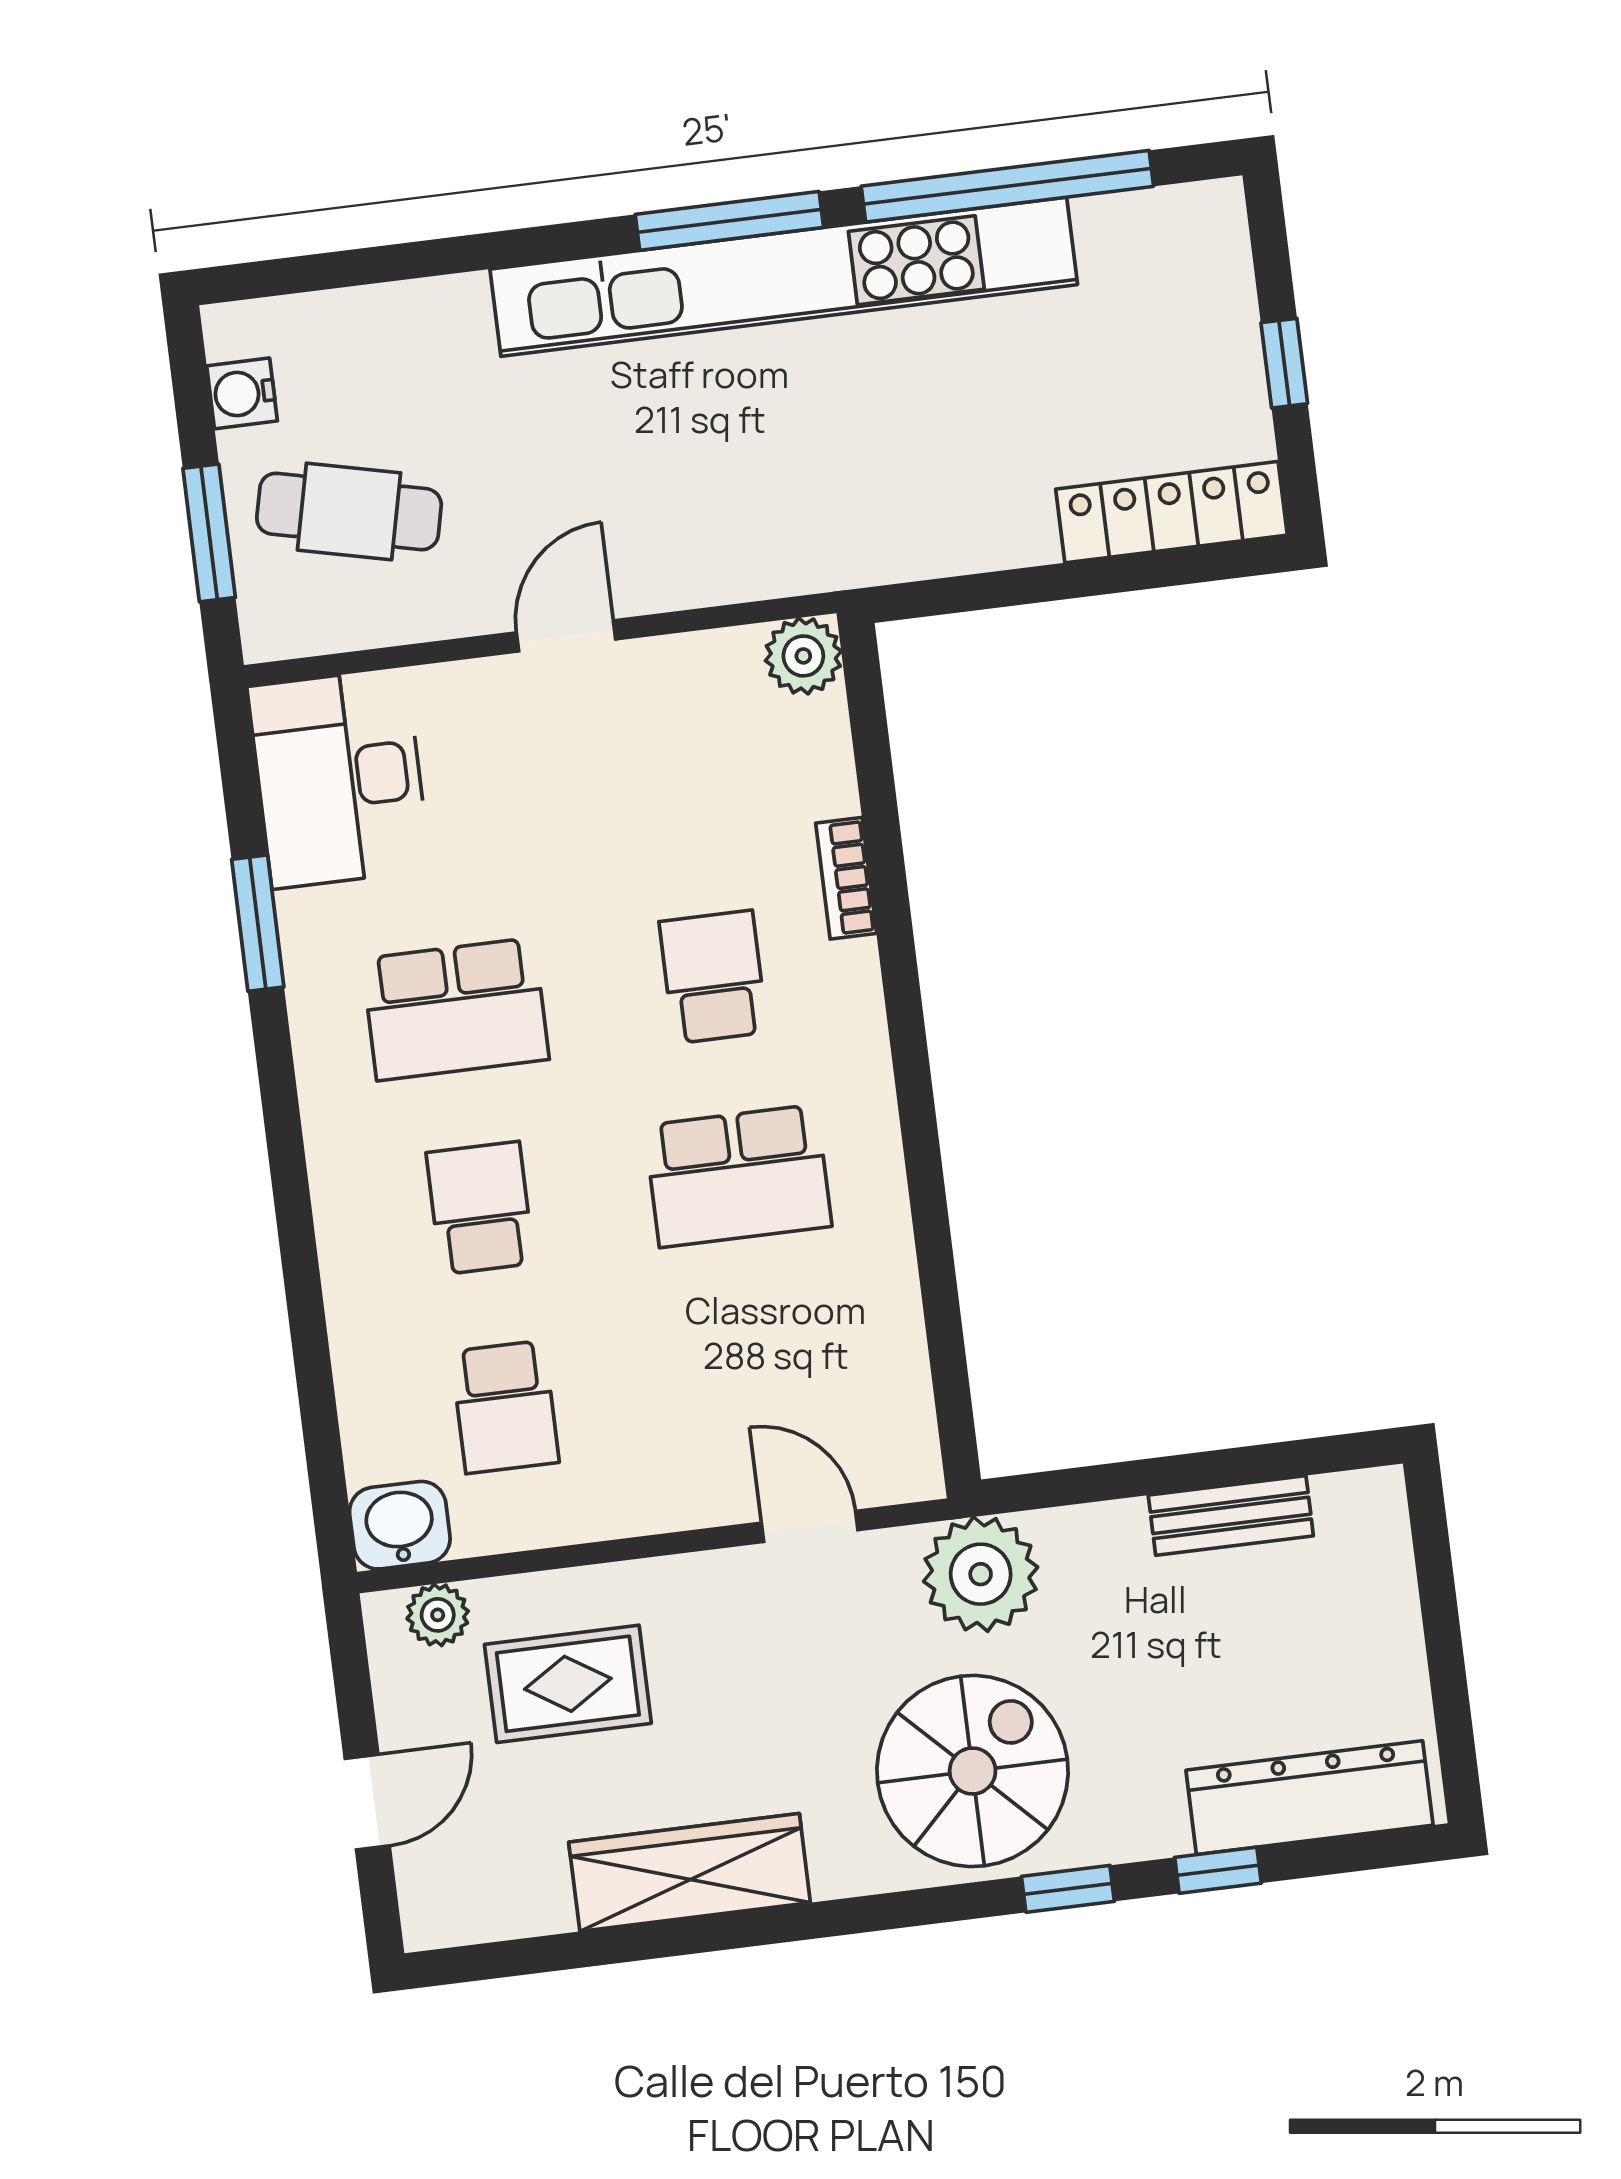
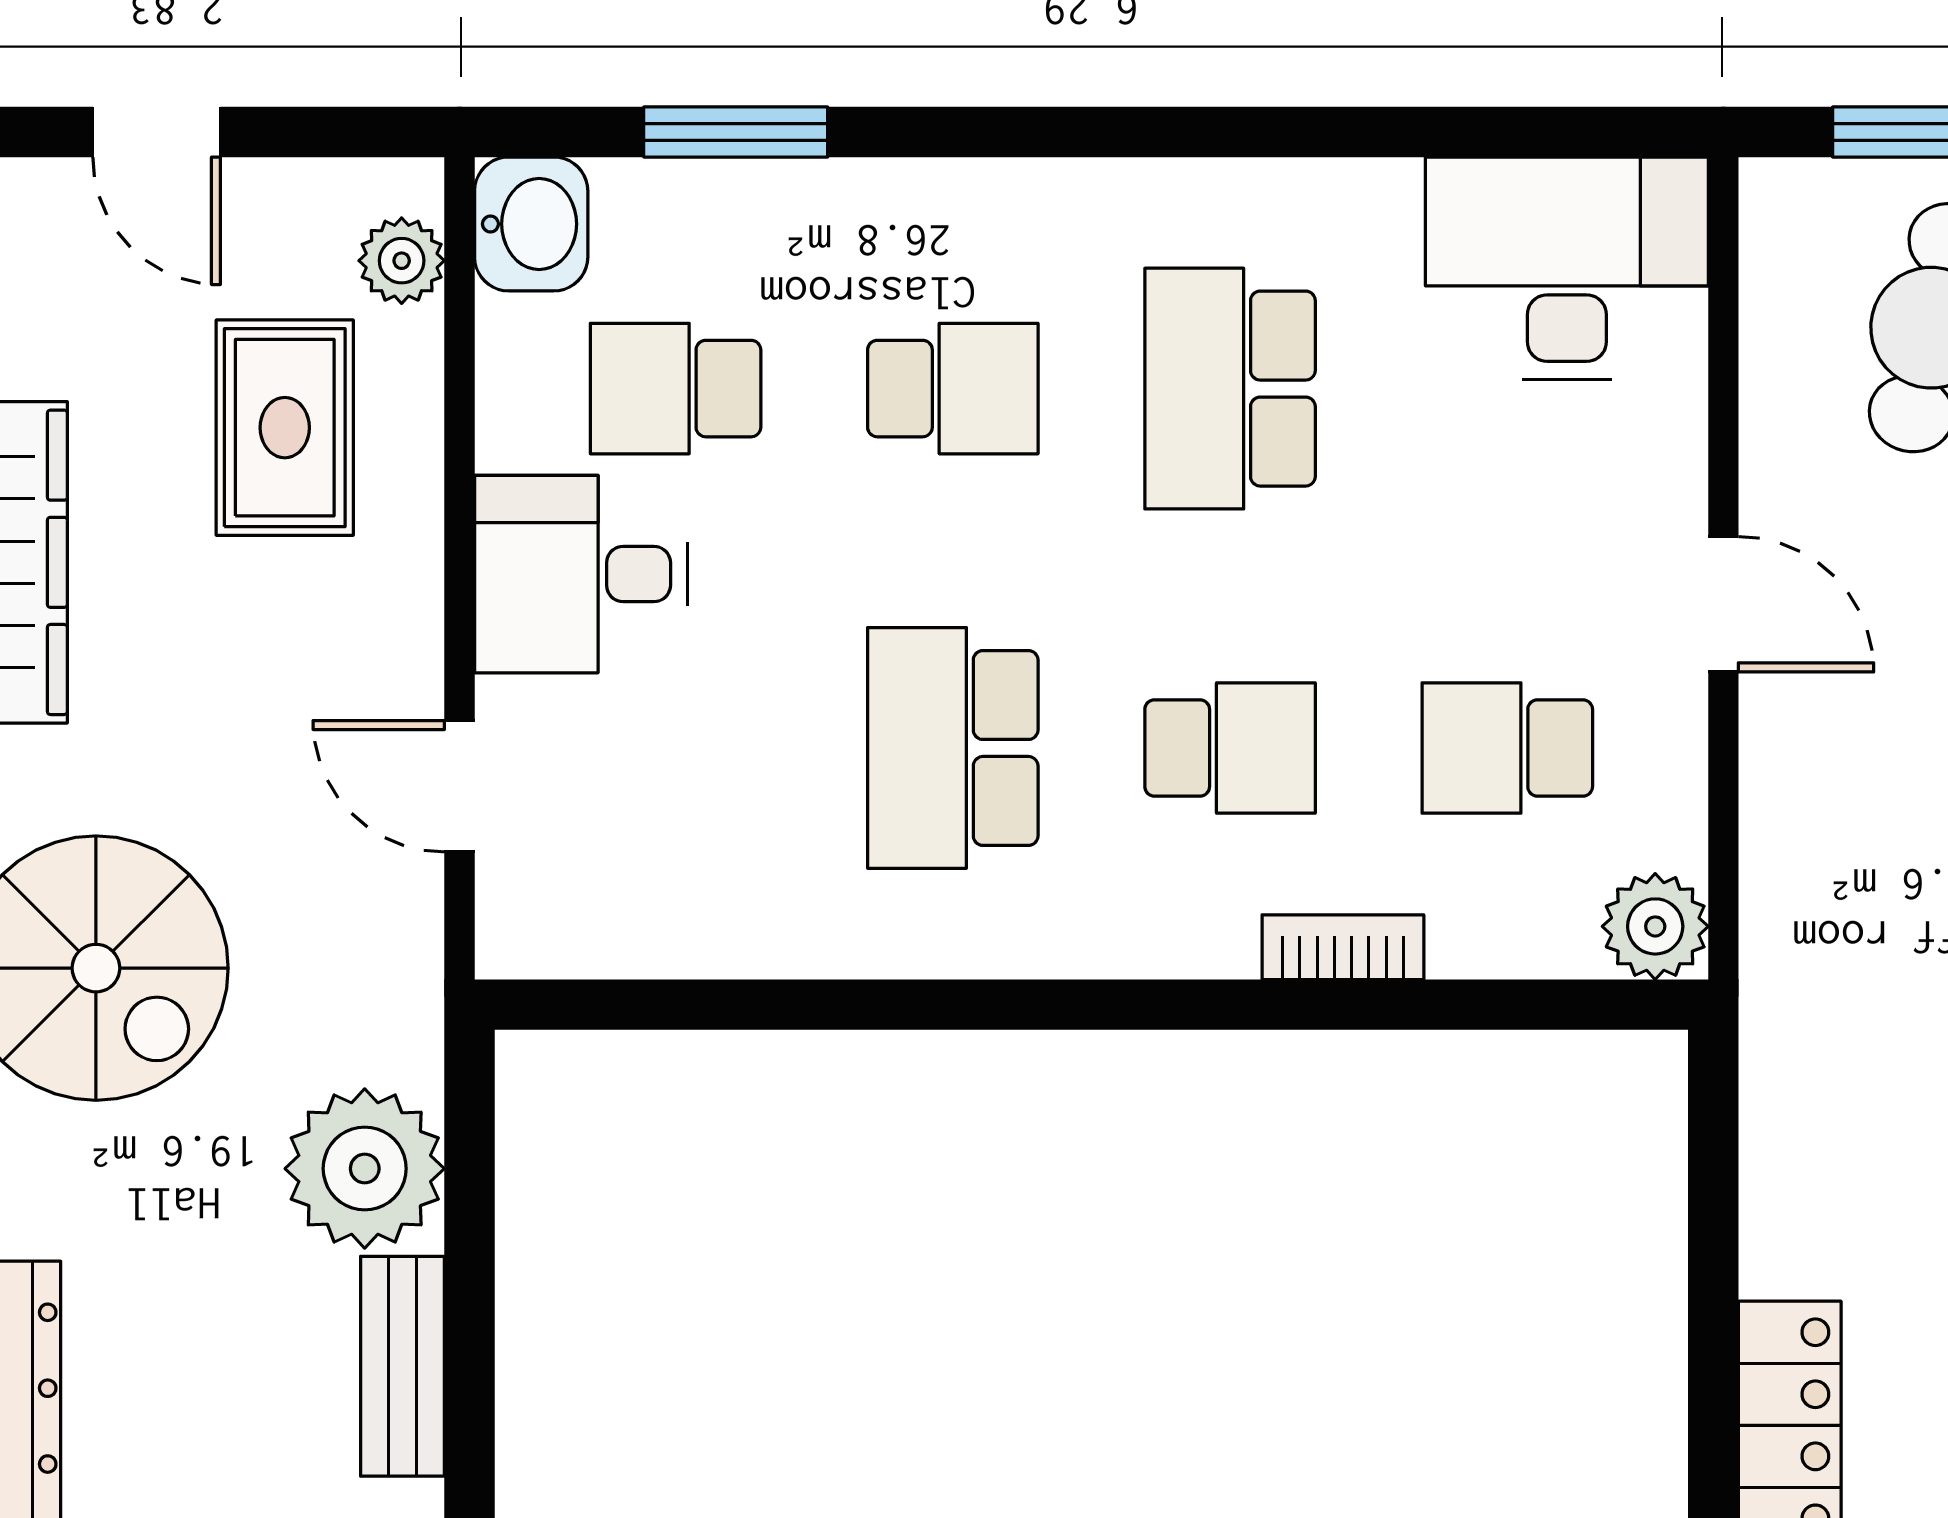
school desk: (688, 778) -> (1507, 748), added
window: (258, 923) -> (736, 132), moved
desk: (646, 1458) -> (581, 574), added
door: (810, 1526) -> (460, 786), swing flipped
plant: (981, 1574) -> (365, 1169), moved

